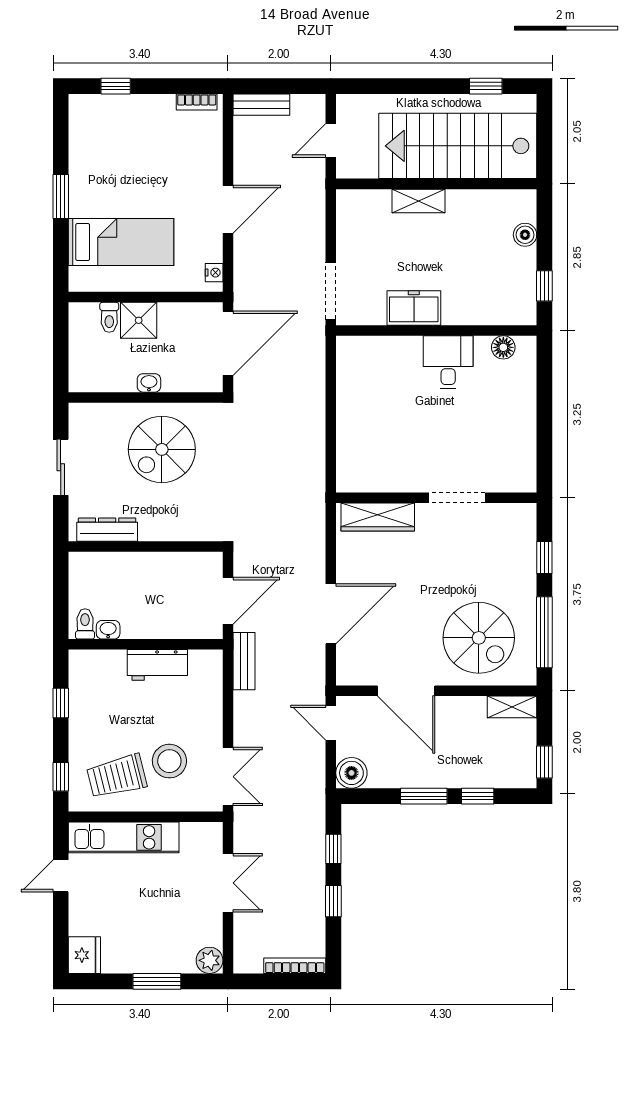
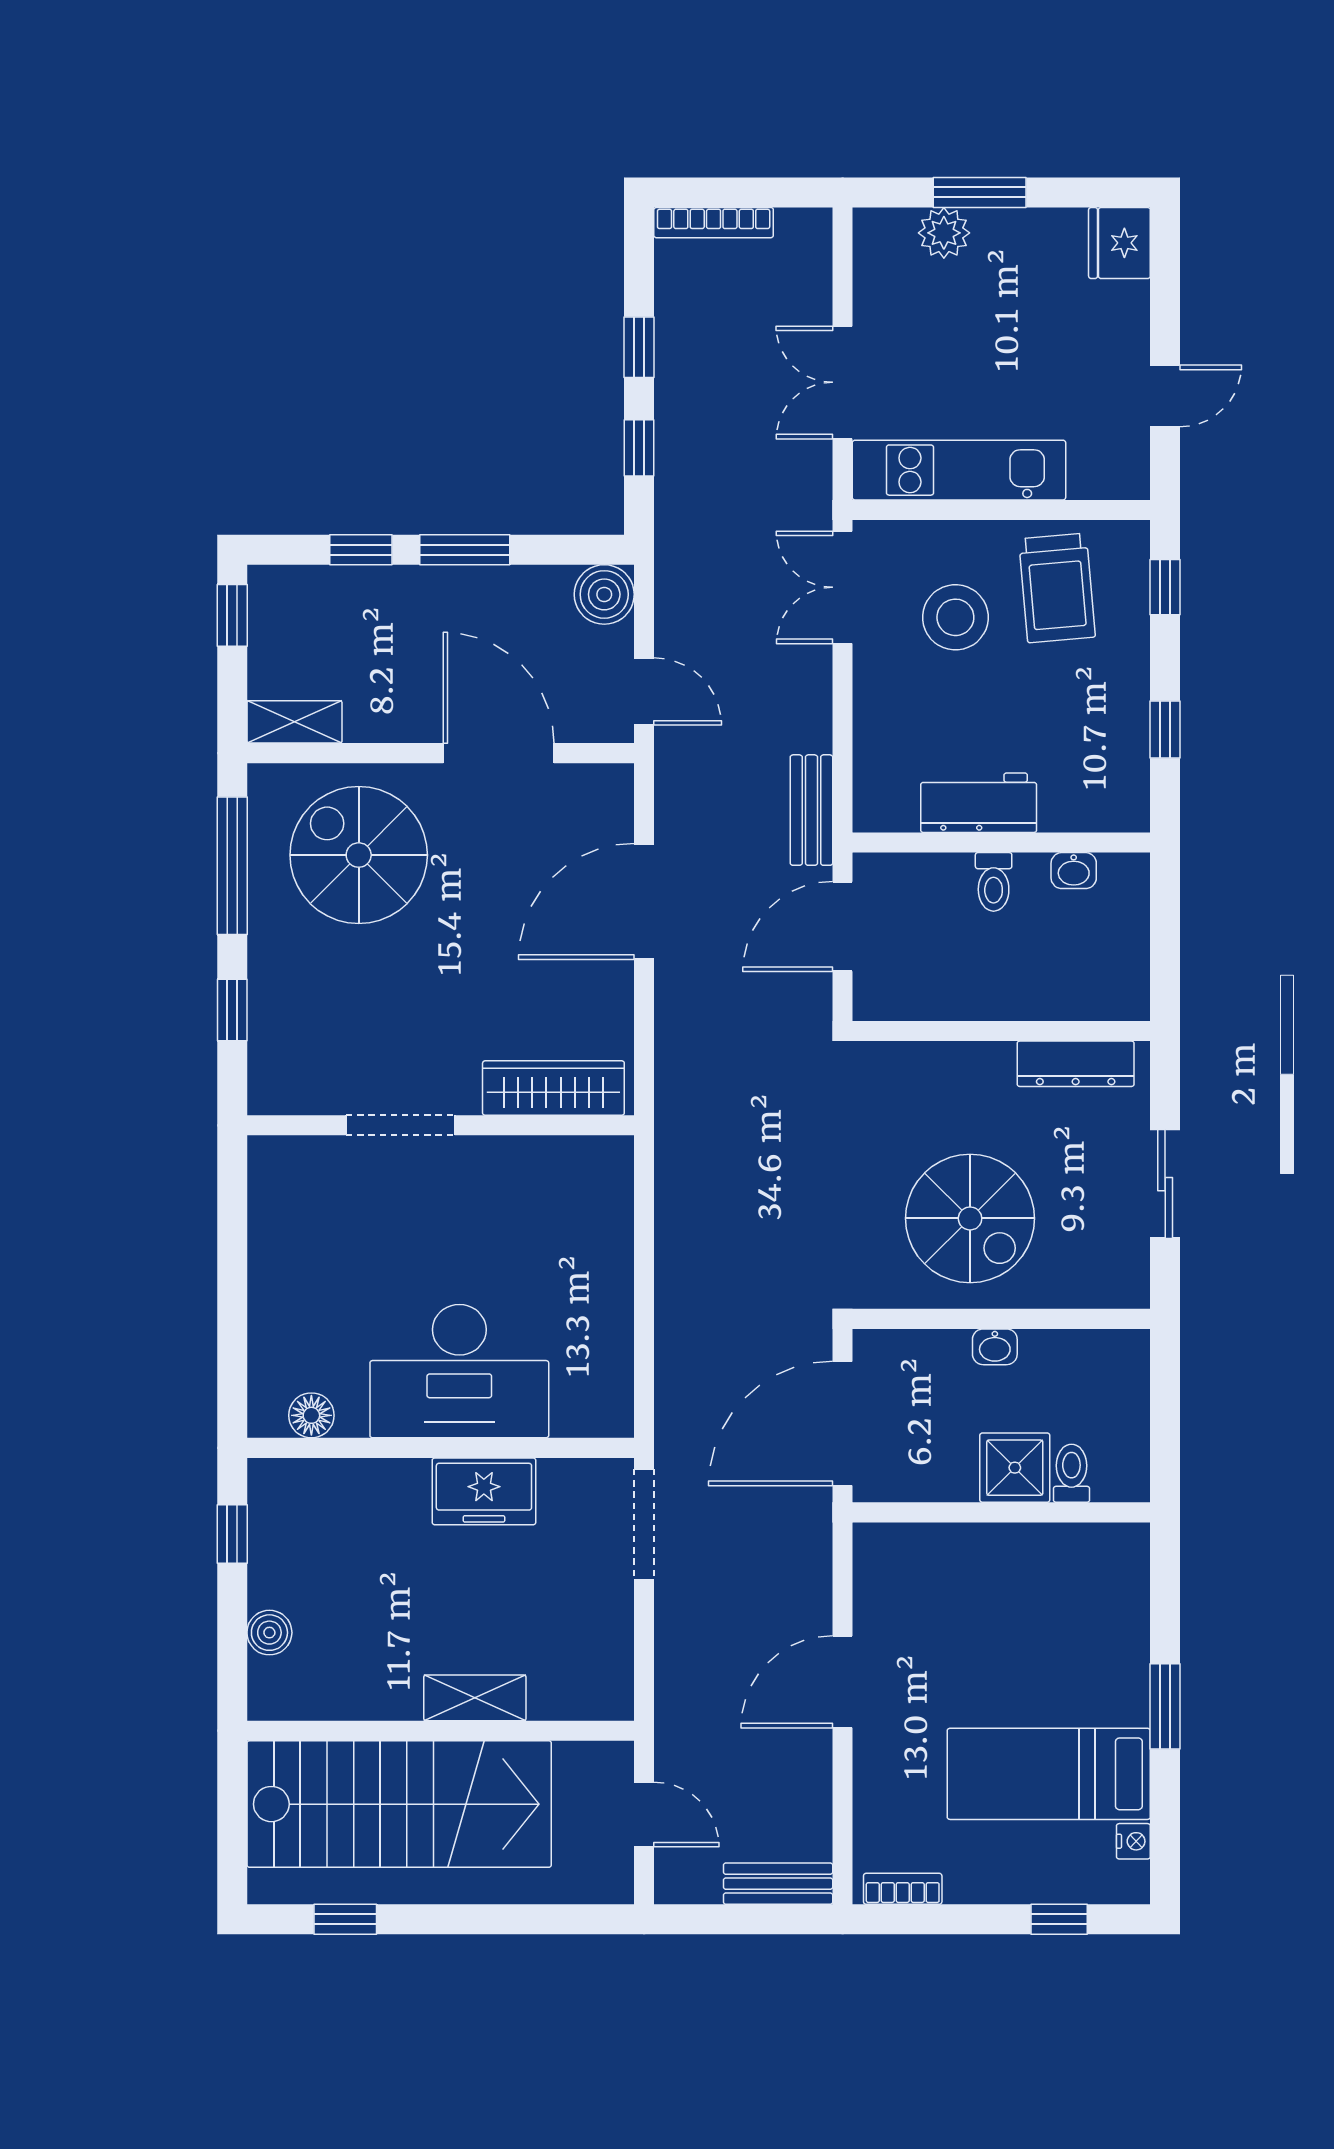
door: (331, 140) -> (644, 1814), hinge flipped
bed: (121, 242) -> (1049, 1774), moved
nightstand: (214, 273) -> (1133, 1841), moved, turned 180
desk: (448, 362) -> (459, 1371), width x1.87, depth x1.30
spiral stairs: (162, 449) -> (970, 1218), turned 90
toilet: (85, 624) -> (994, 882), moved
trolley: (117, 776) -> (1057, 588), turned 99
kitchen unit: (124, 837) -> (959, 470), moved
plant: (210, 960) -> (944, 233), moved

